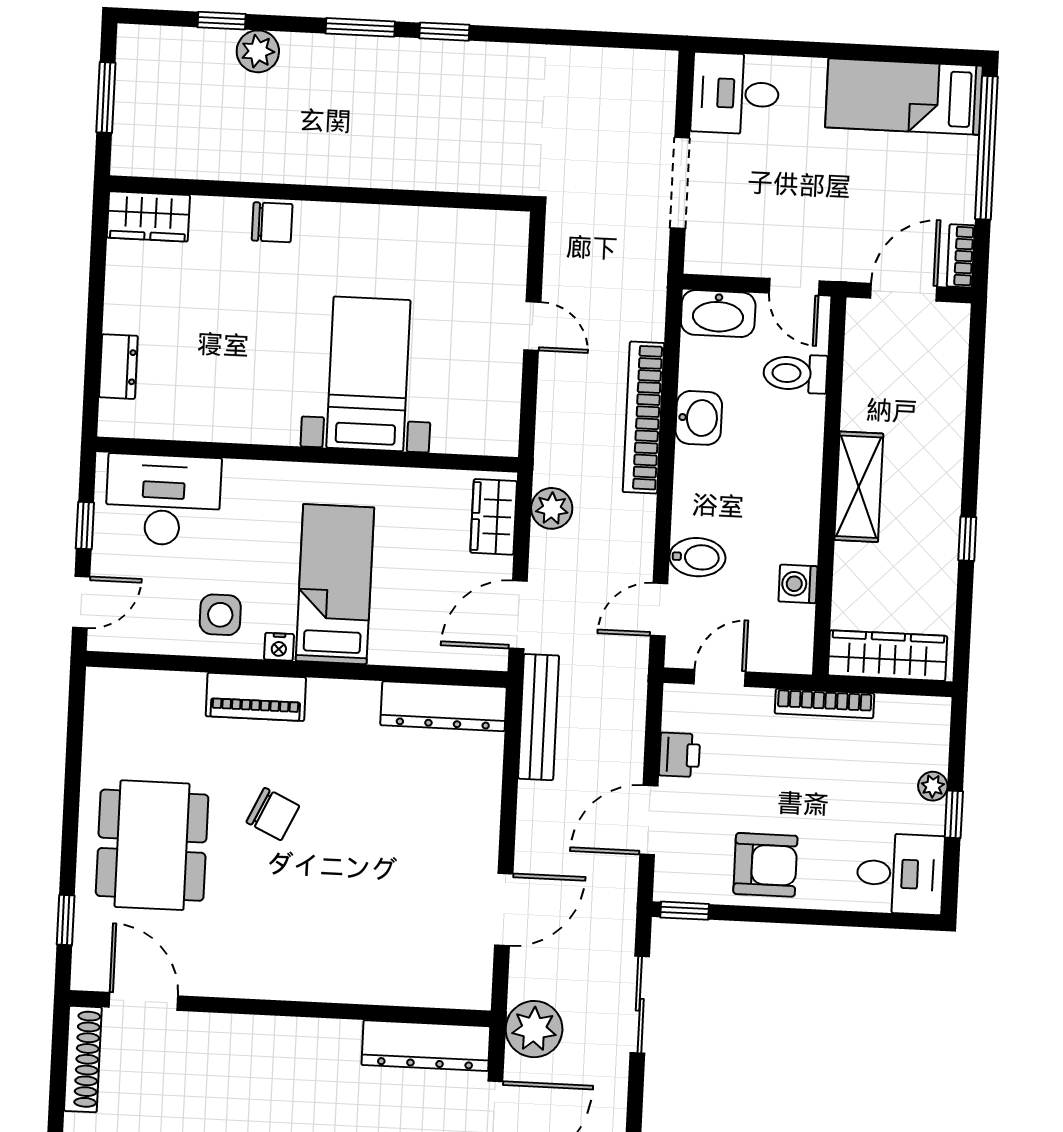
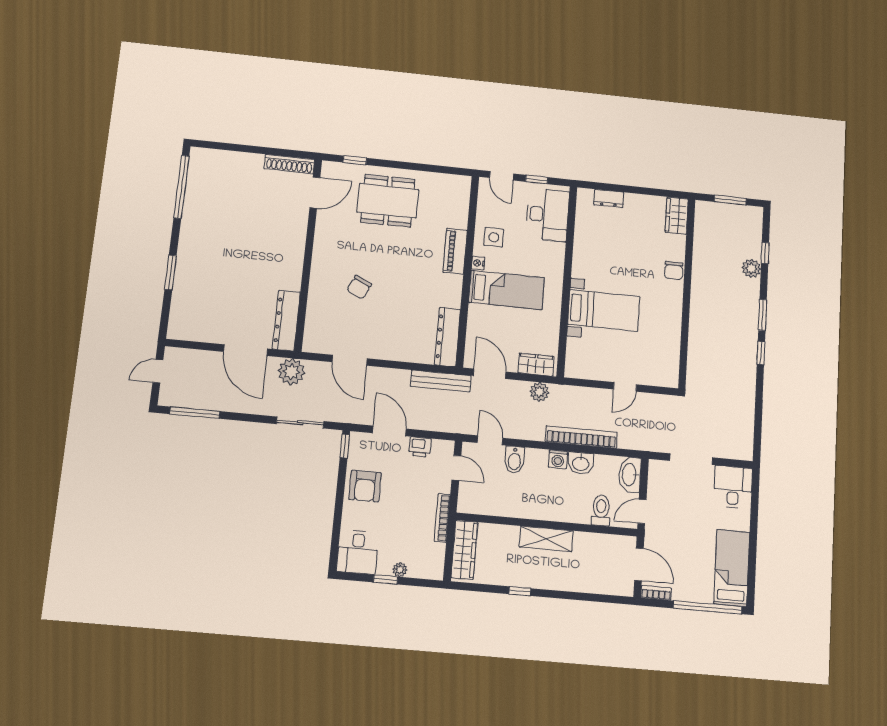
washing machine: (798, 584) -> (558, 459), moved, turned 180
chair: (273, 814) -> (359, 287), moved

